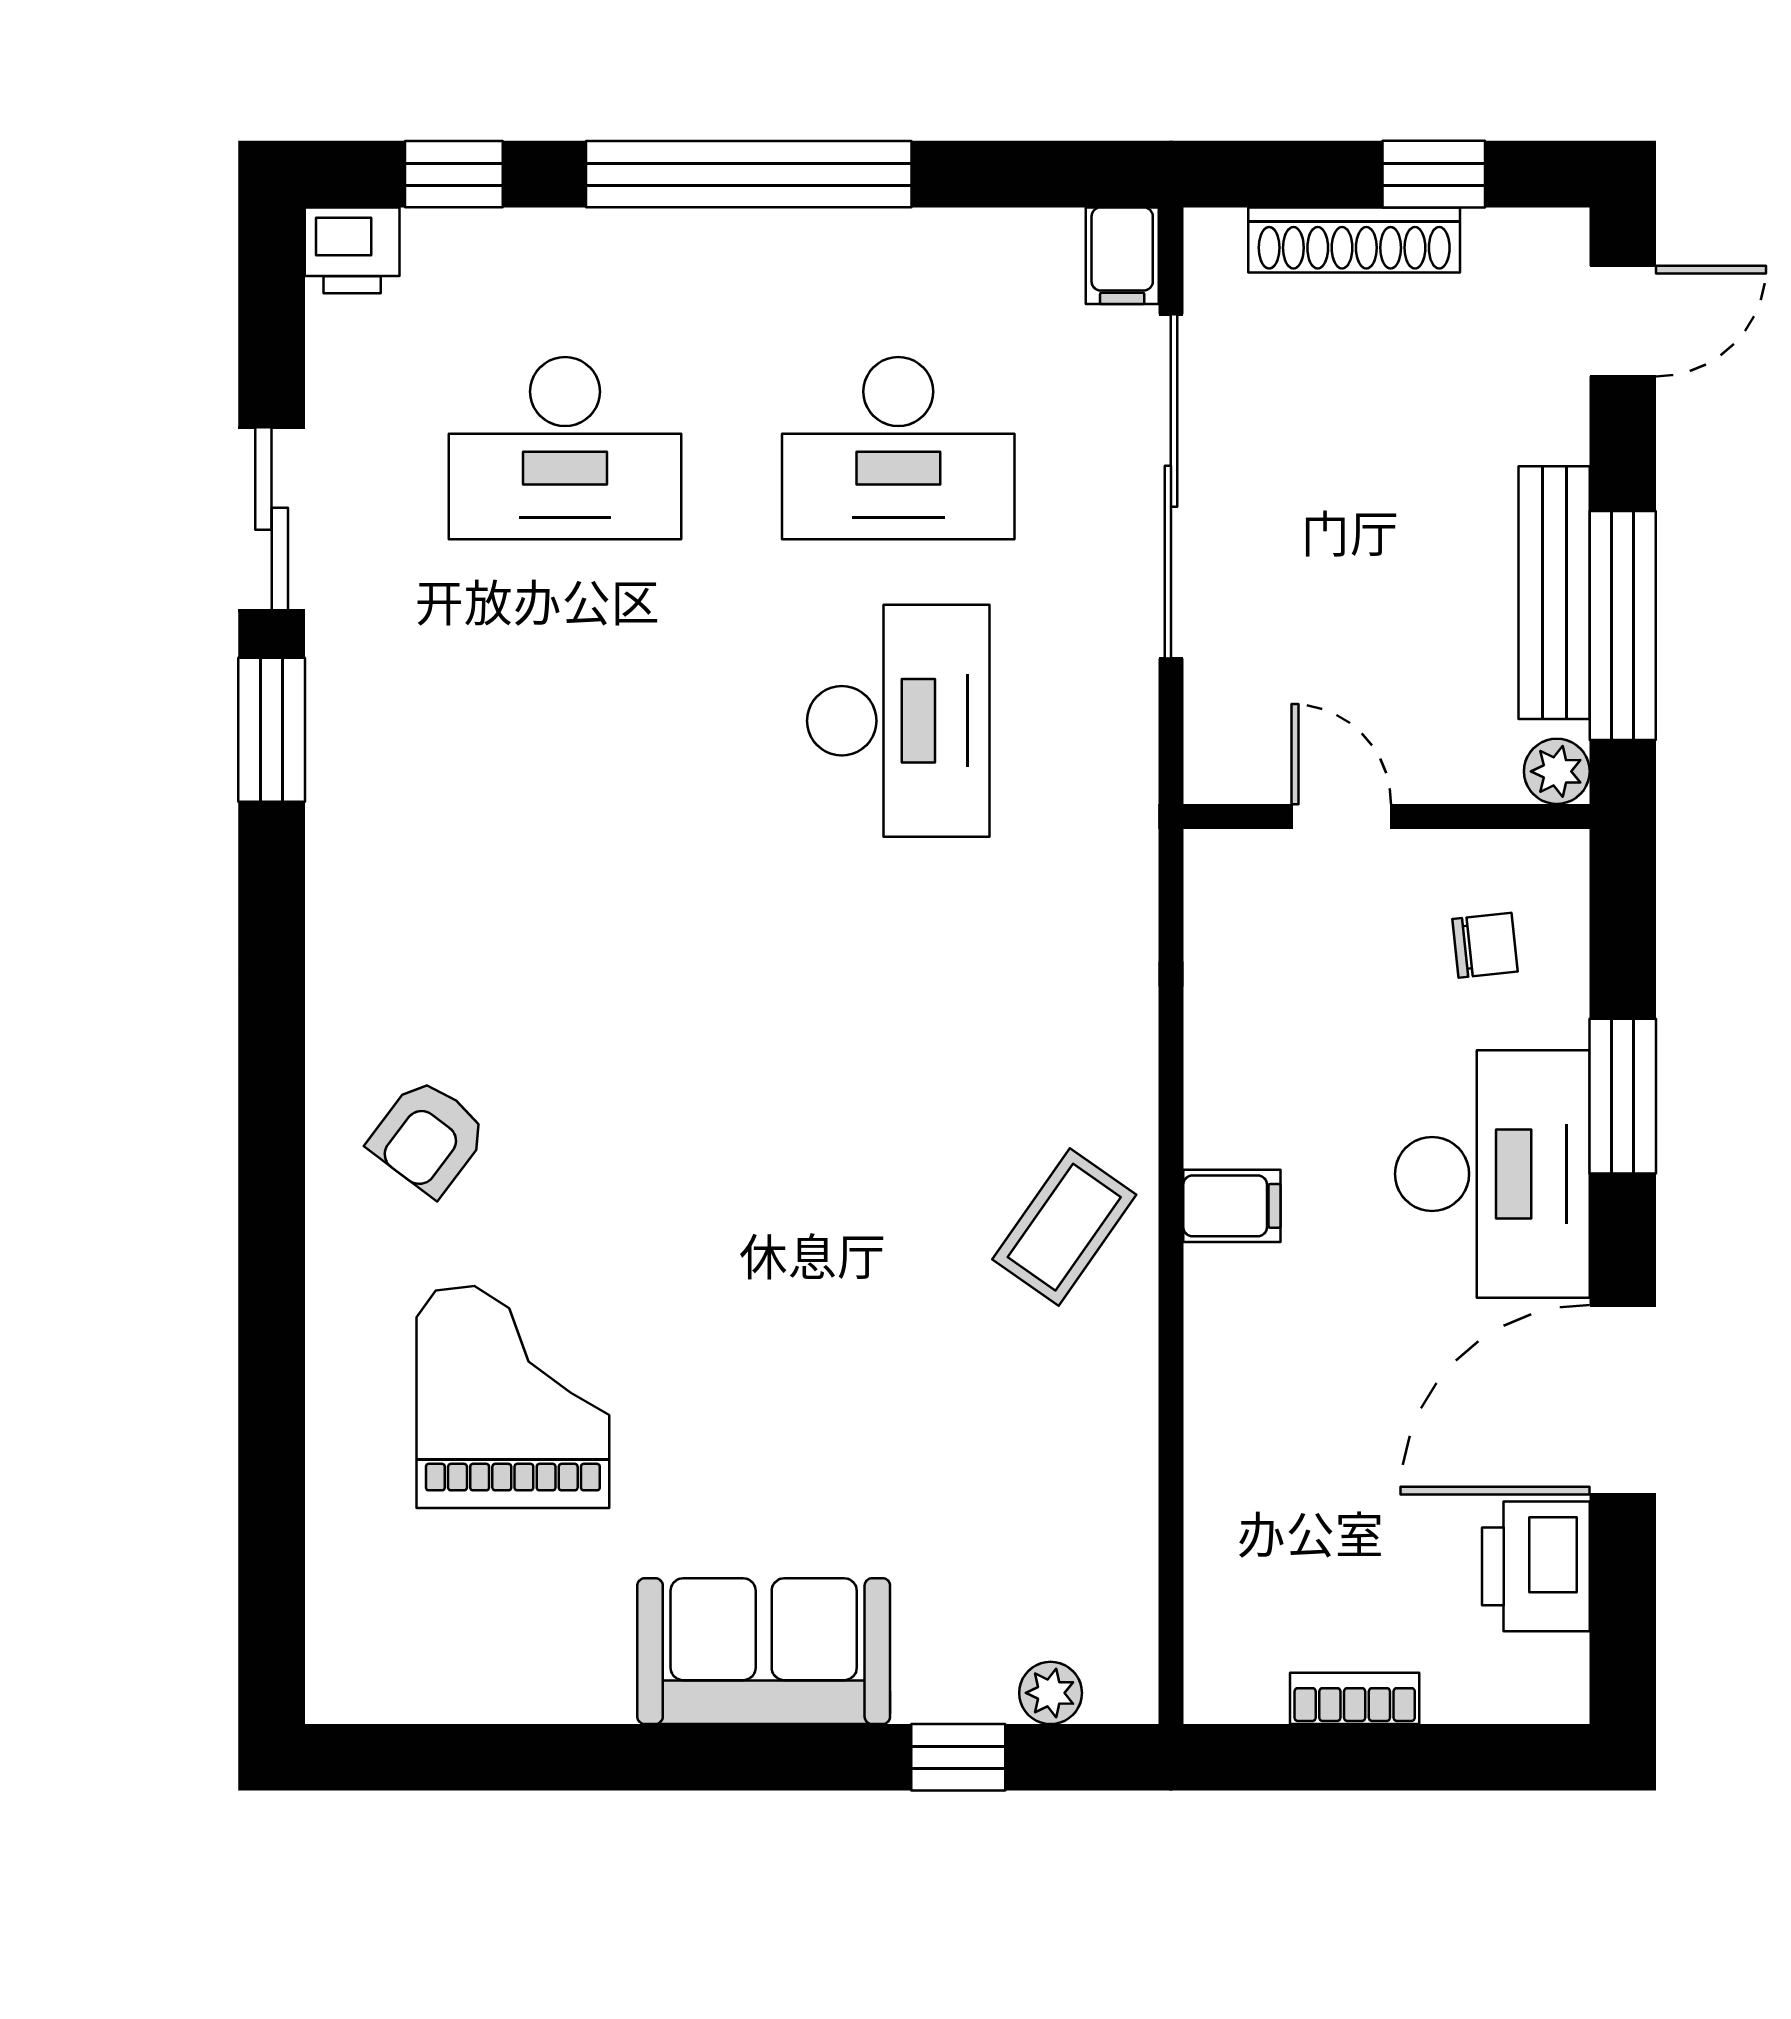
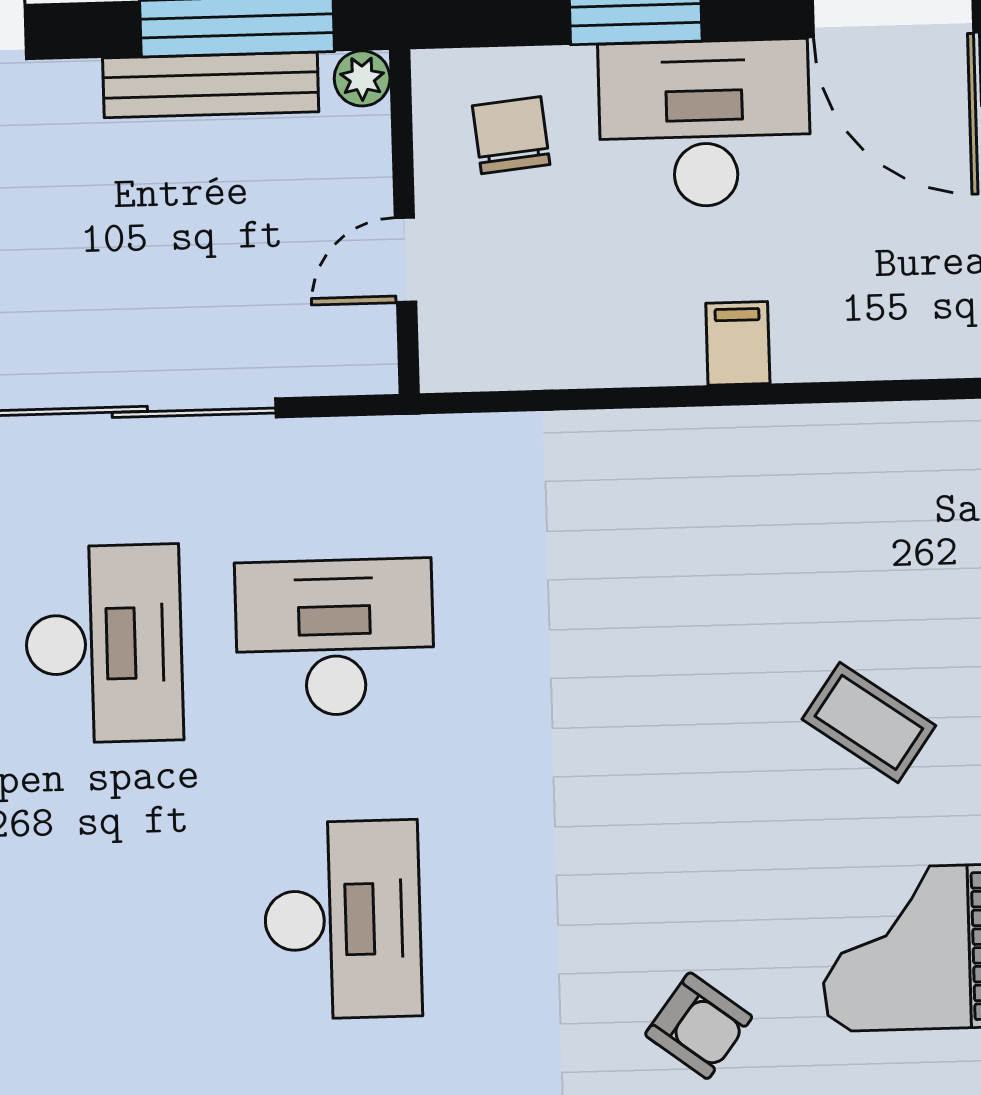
desk: (565, 448) -> (343, 920), moved
chair: (1485, 945) -> (511, 135), width x1.37, depth x1.37
coffee table: (1064, 1227) -> (869, 722), moved

